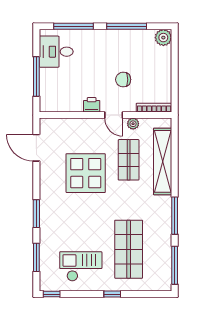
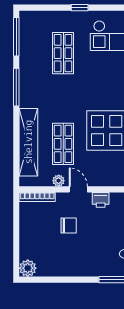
window: (127, 26) -> (65, 280), removed
shop shelf: (129, 249) -> (63, 53), width x0.70, depth x0.74

